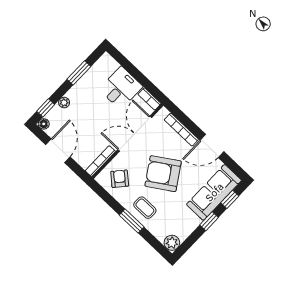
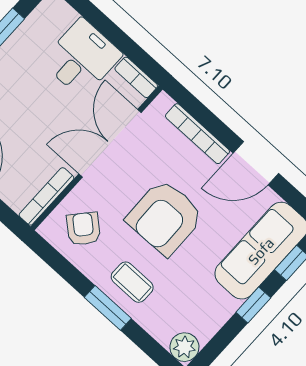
armchair: (163, 174) -> (165, 217), turned -58

